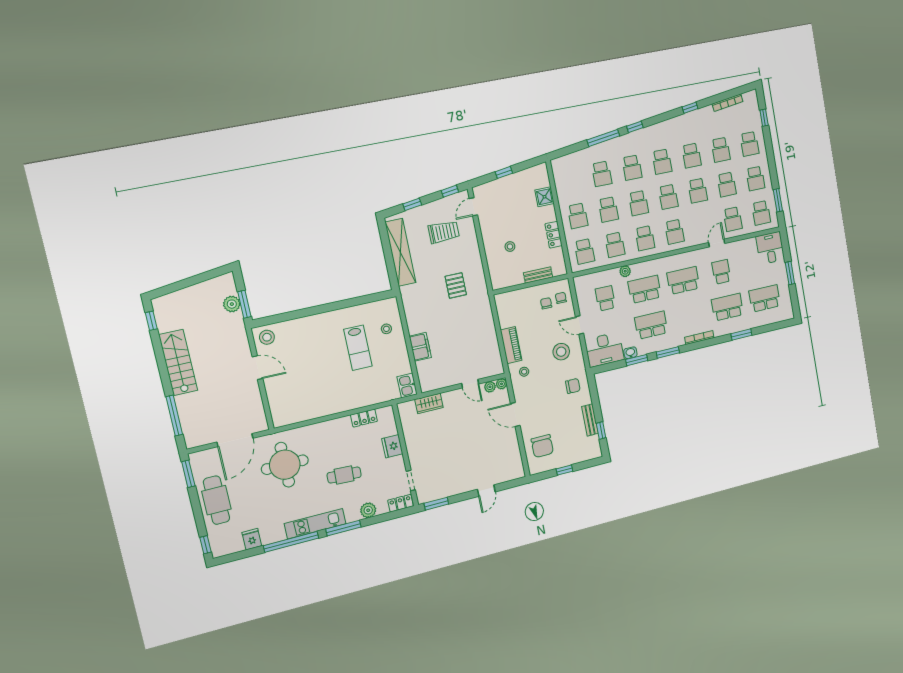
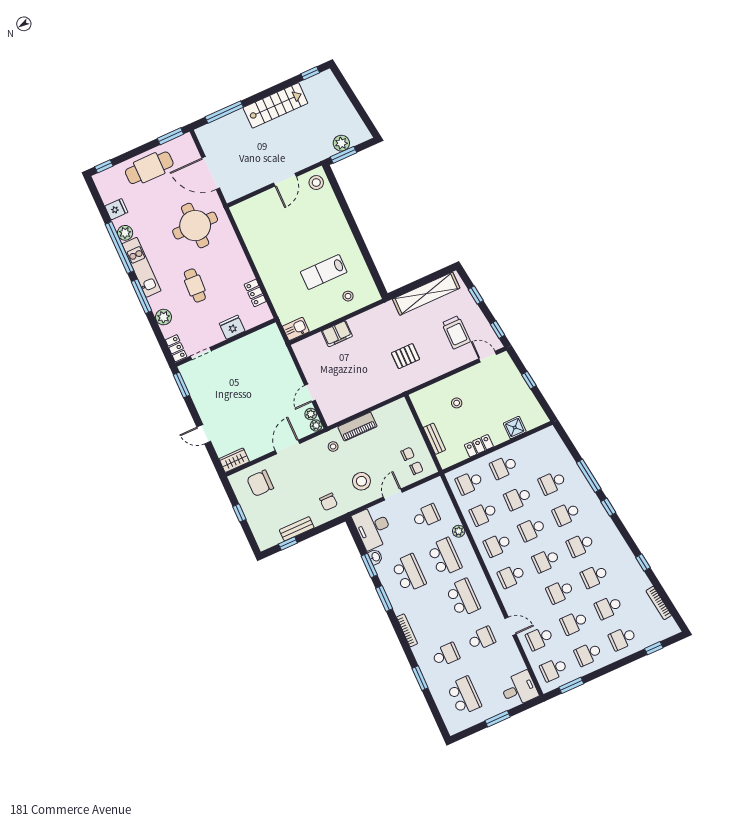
school desk: (727, 307) -> (446, 655), width x0.54
wardrobe: (429, 403) -> (234, 460), moved, turned 90
plant: (277, 534) -> (125, 233), added

